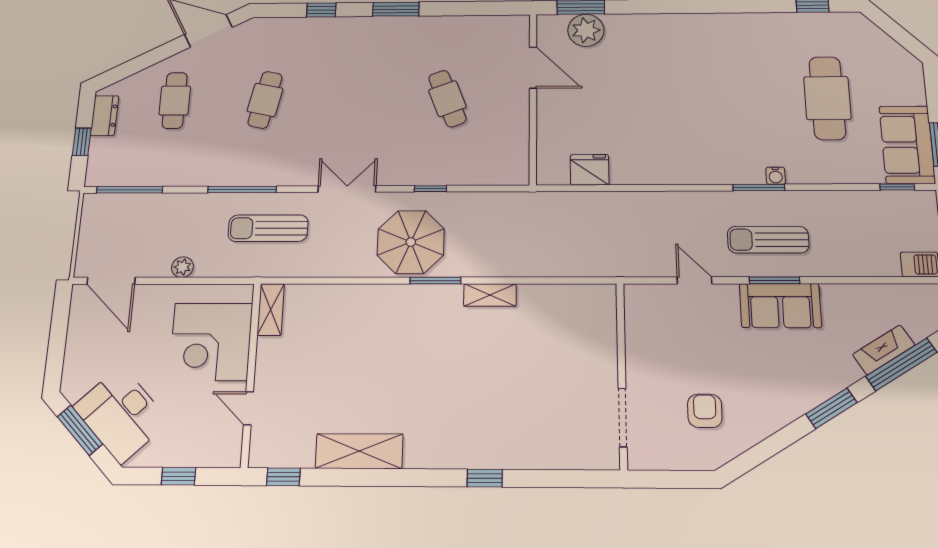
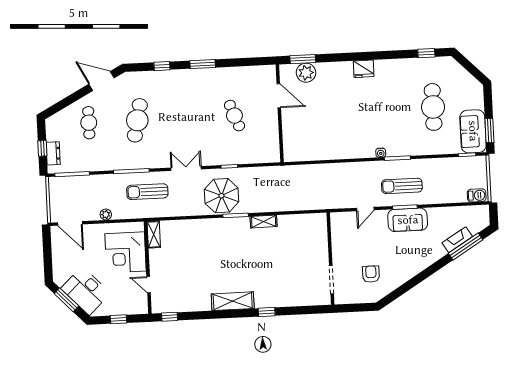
cafe table: (265, 100) -> (137, 120), width x1.37, depth x1.35
dresser: (104, 116) -> (53, 153), moved
fridge: (590, 170) -> (364, 69), moved, turned 180
water cooler: (776, 176) -> (381, 153), moved
door: (694, 280) -> (365, 209), swing flipped
window: (831, 408) -> (431, 270), removed
shelving: (359, 451) -> (233, 301), moved

